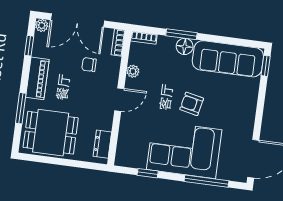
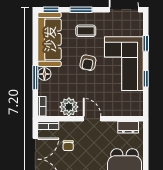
plant: (133, 71) -> (69, 107), width x1.87, depth x1.87
window: (261, 104) -> (81, 10), added
coffee table: (233, 107) -> (86, 31), added
window: (148, 173) -> (146, 79), moved
window: (206, 181) -> (146, 43), width x0.46

